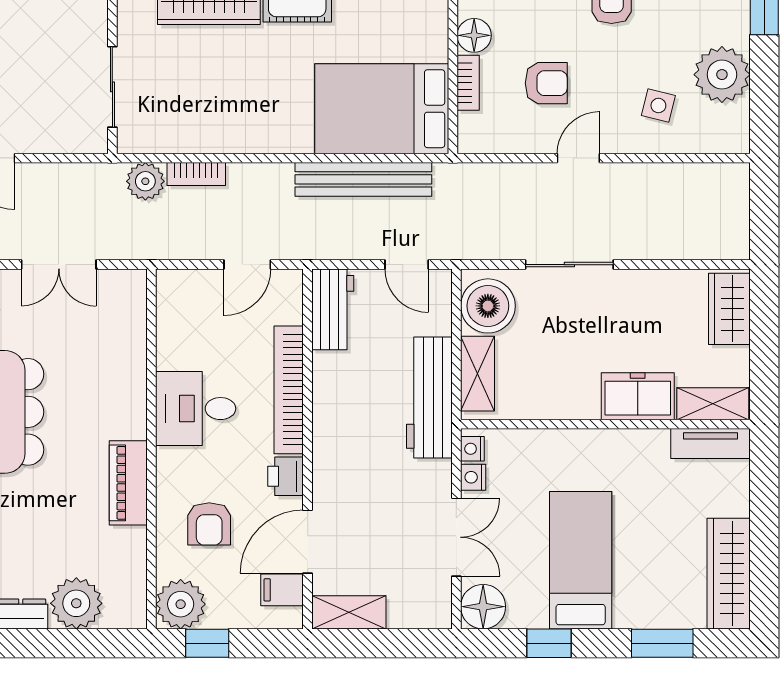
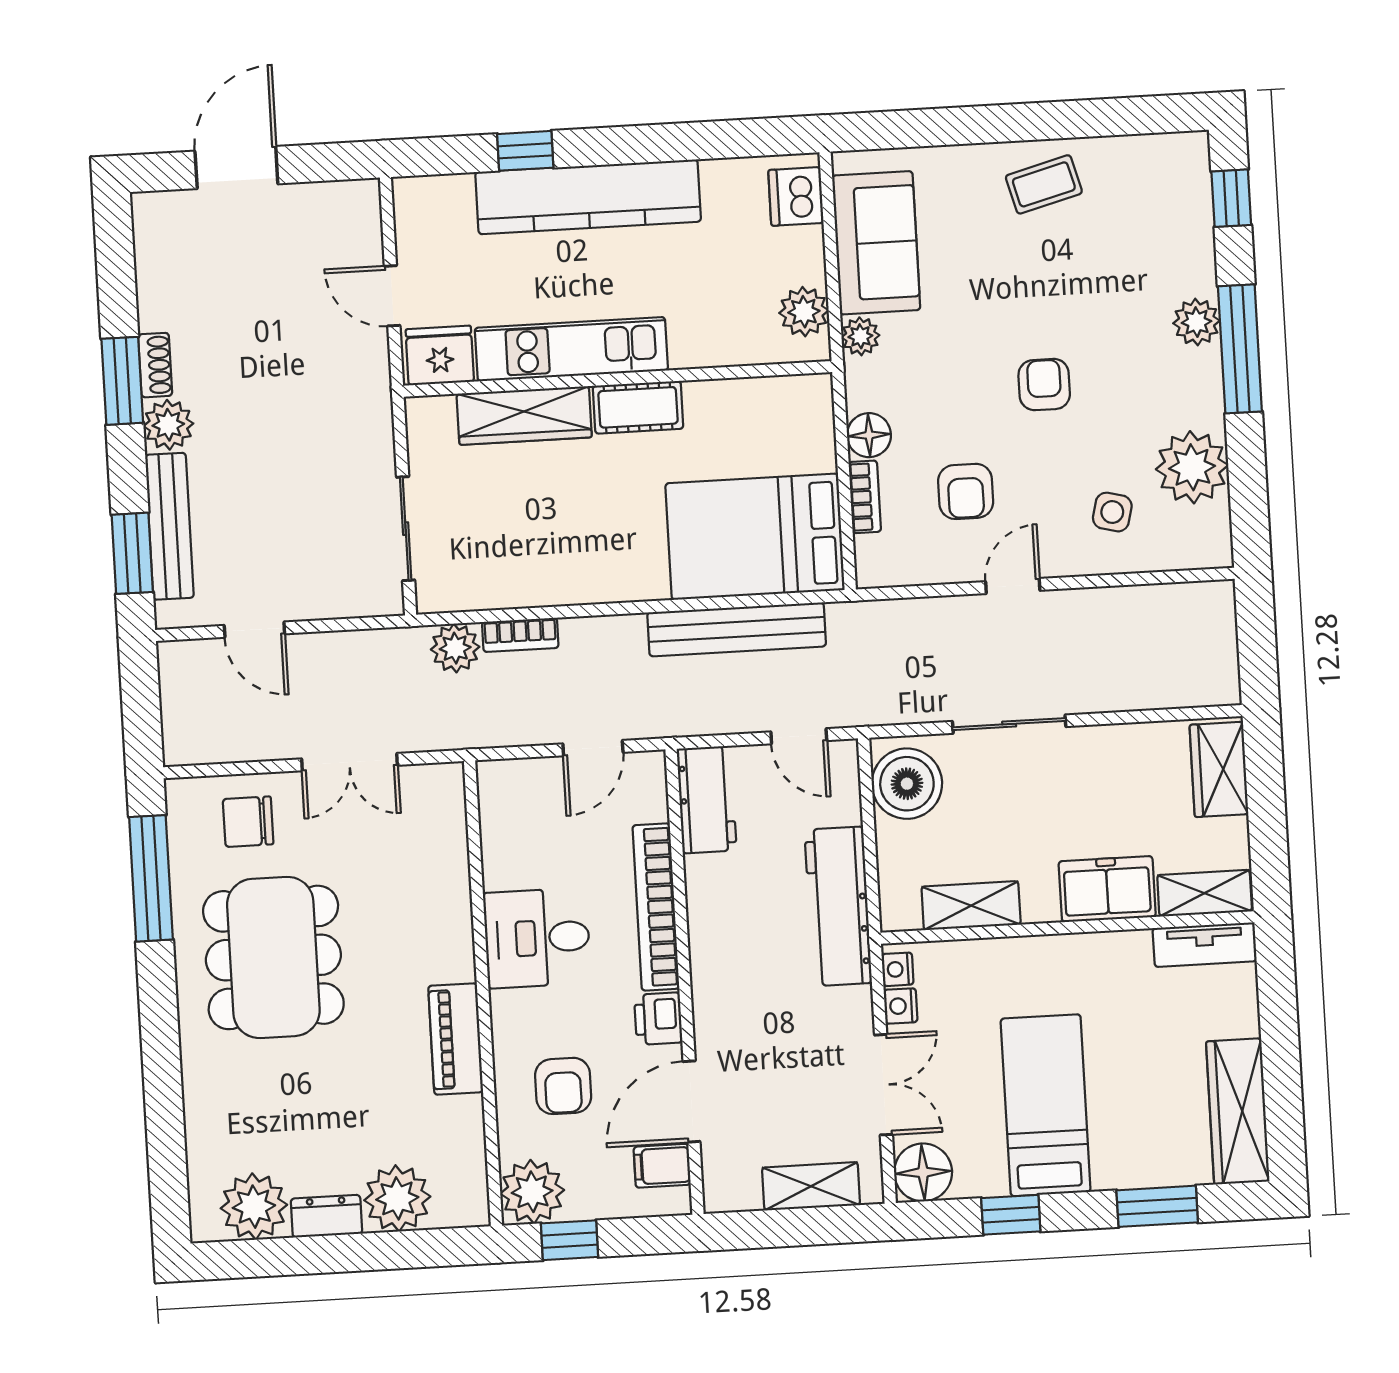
armchair: (546, 83) -> (966, 491), turned 90
shelving: (478, 374) -> (971, 906), moved, turned 90
shelving: (349, 612) -> (811, 1186), moved

